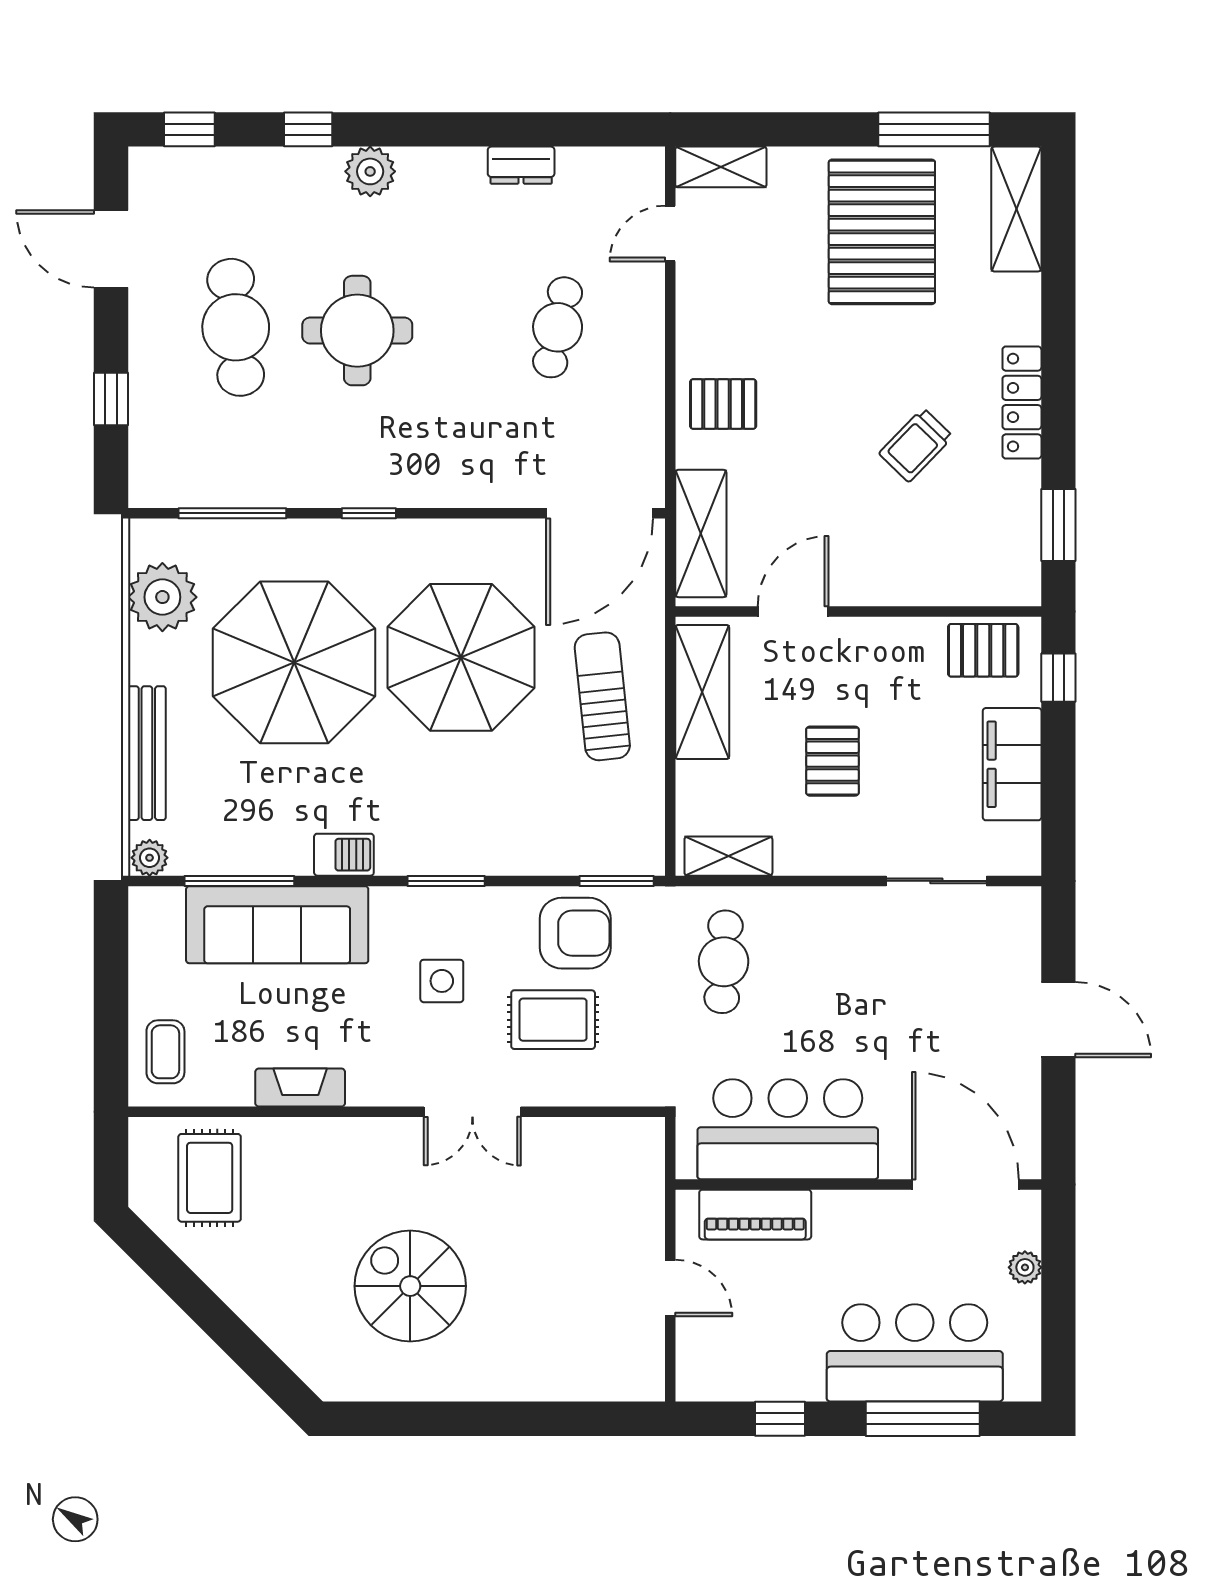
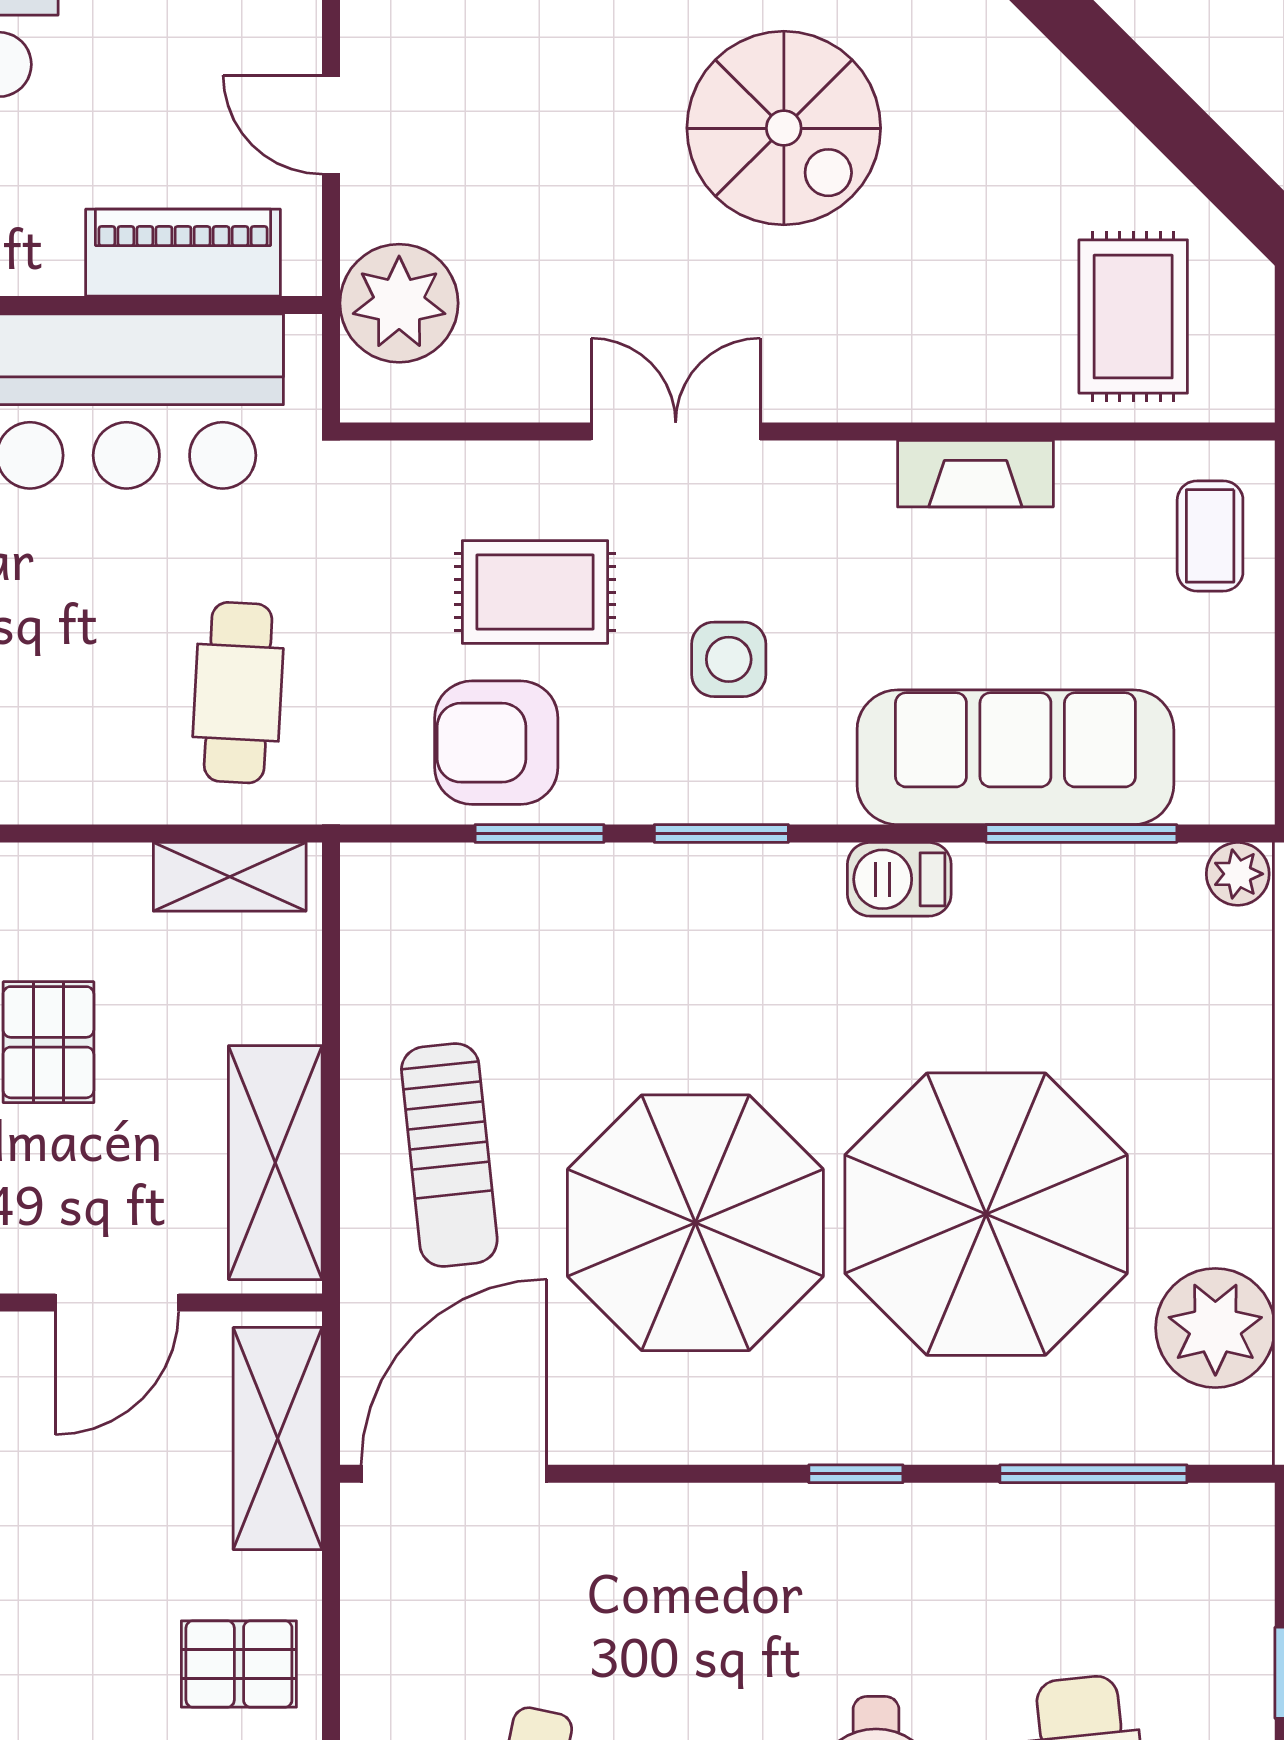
bench: (147, 753) -> (1242, 1056), removed
window: (617, 881) -> (540, 834), moved
plant: (631, 1186) -> (399, 303), added

